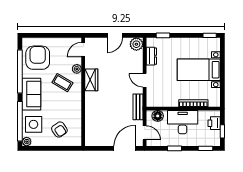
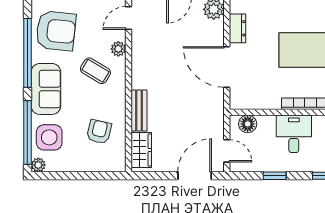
armchair: (38, 58) -> (56, 31), turned 96
wardrobe: (91, 80) -> (141, 150), moved
door: (145, 80) -> (227, 67), width x1.87
bench: (138, 107) -> (139, 110), moved
desk: (183, 122) -> (294, 134), width x0.73
armchair: (59, 130) -> (99, 132), moved, turned -133

